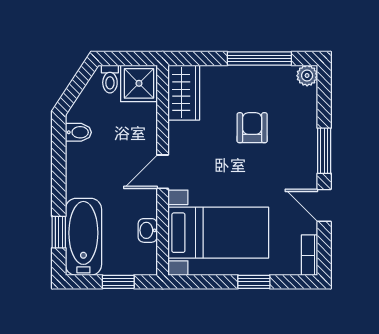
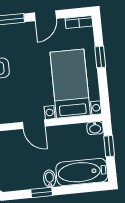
bidet: (78, 132) -> (50, 179), moved
washbasin: (148, 230) -> (95, 128), moved
window: (59, 232) -> (42, 192), moved

